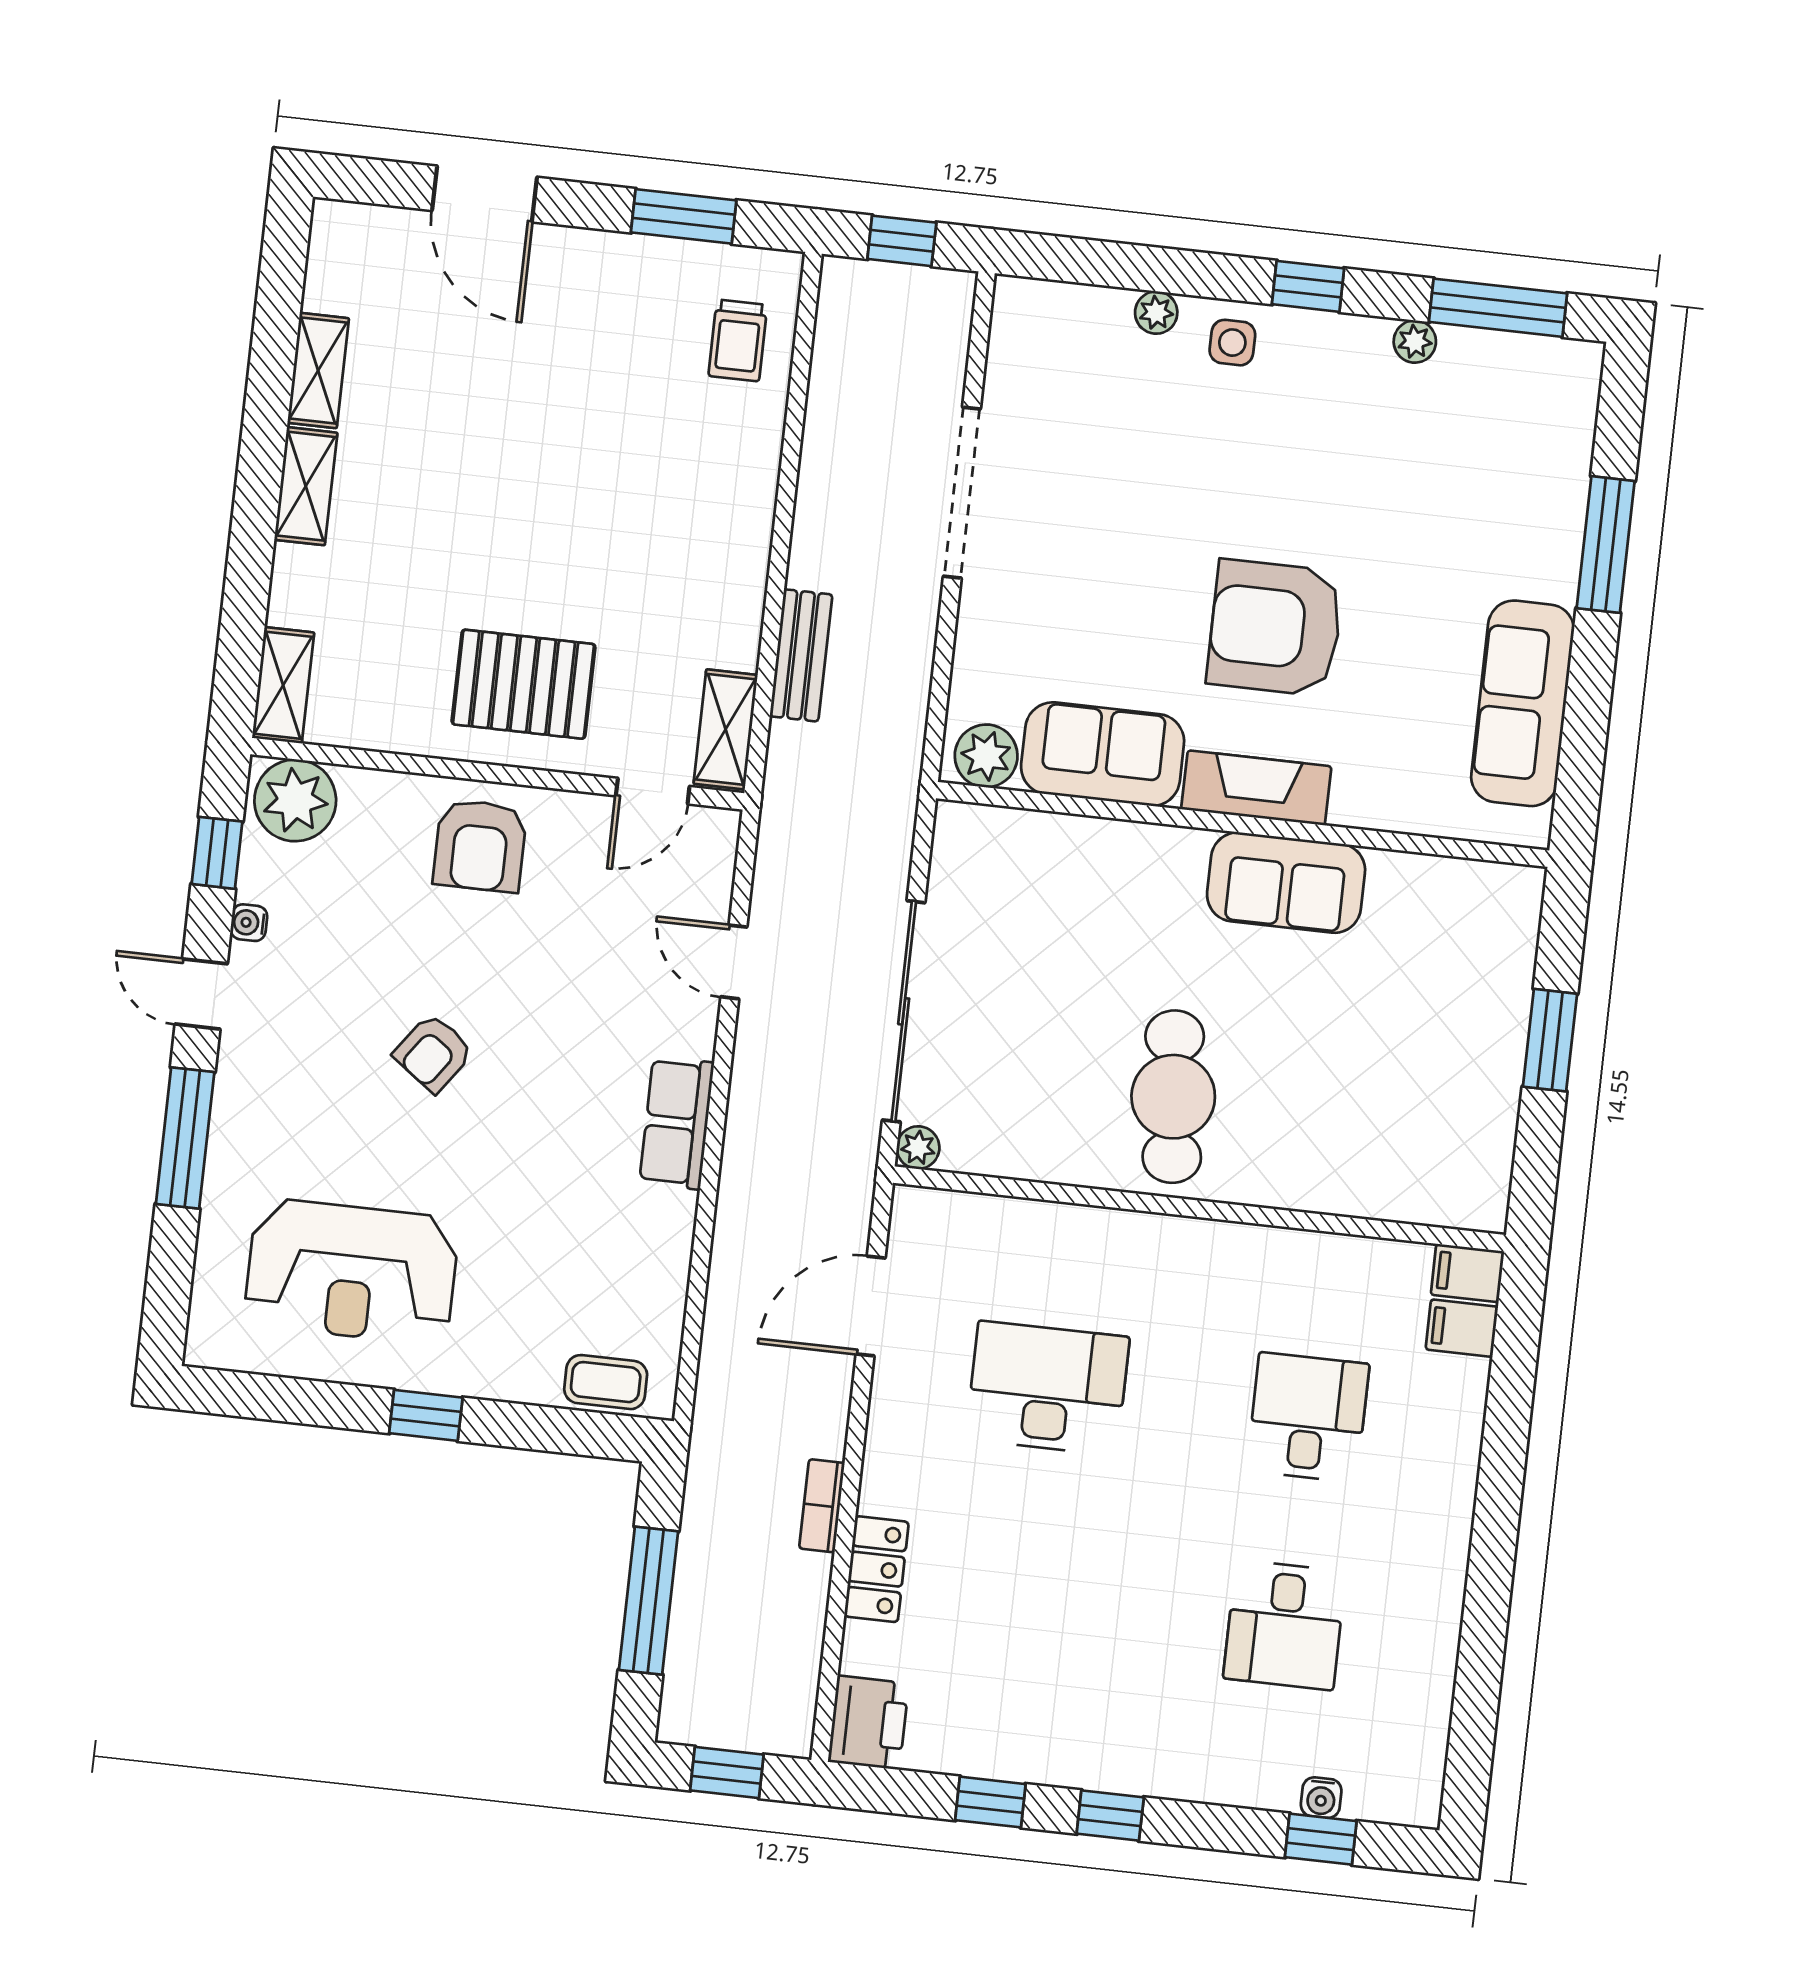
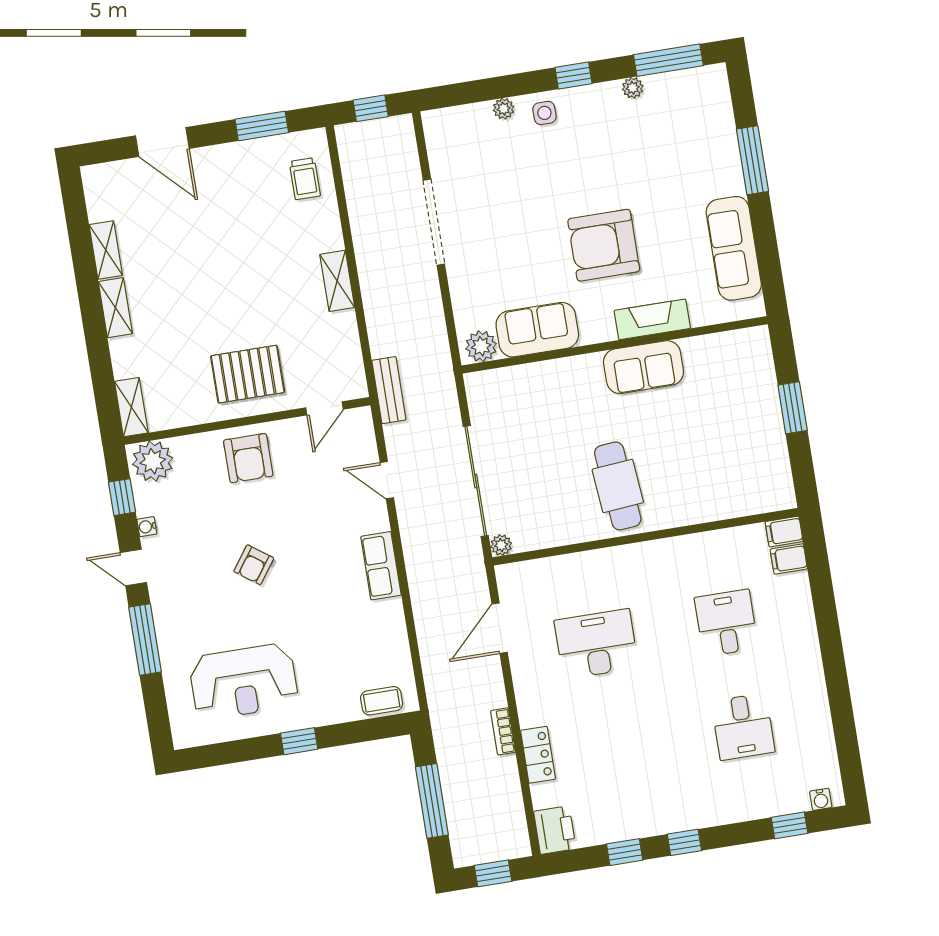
bench: (801, 655) -> (389, 390), moved
shelving: (726, 729) -> (337, 281), moved
fireplace: (1256, 788) -> (652, 319), moved
water cooler: (1321, 1798) -> (821, 799), moved

